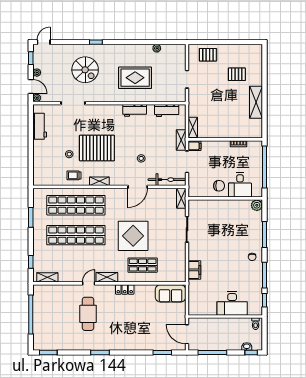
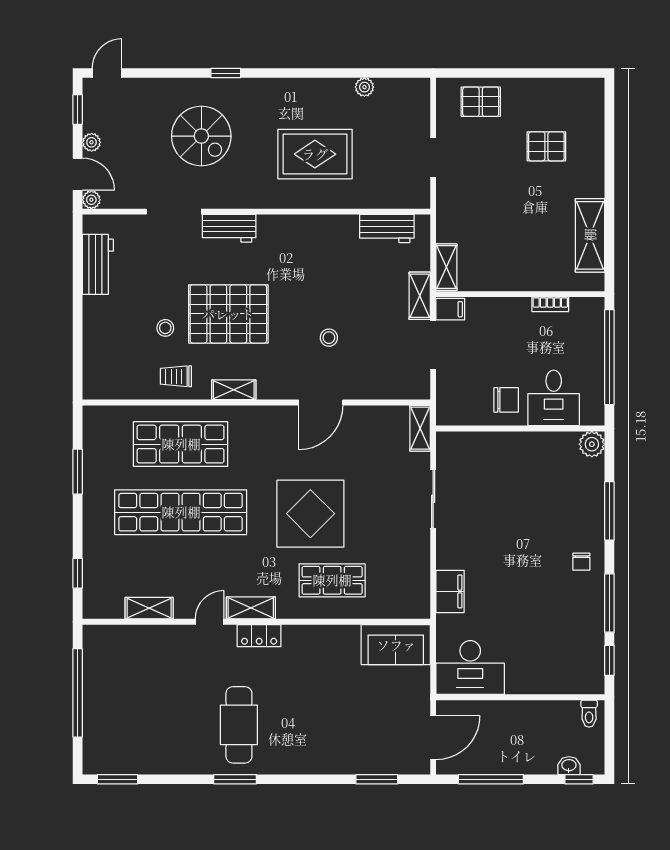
shelving: (256, 102) -> (590, 235), moved
workbench: (135, 110) -> (229, 228), moved
bicycle: (167, 180) -> (388, 386), removed
shop shelf: (76, 205) -> (181, 444), width x0.71
shelving: (47, 277) -> (149, 608), moved
locker: (125, 289) -> (259, 636), moved
desk: (232, 303) -> (470, 667), moved
cafe table: (88, 314) -> (239, 725), moved
door: (187, 334) -> (433, 738), swing flipped

